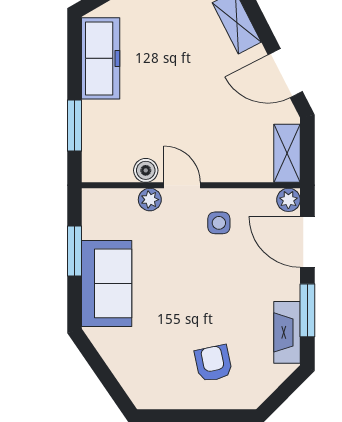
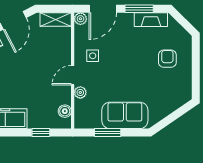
window: (75, 126) -> (41, 132), width x0.67
boiler: (146, 170) -> (65, 111), moved
armchair: (213, 363) -> (167, 59), turned 102

